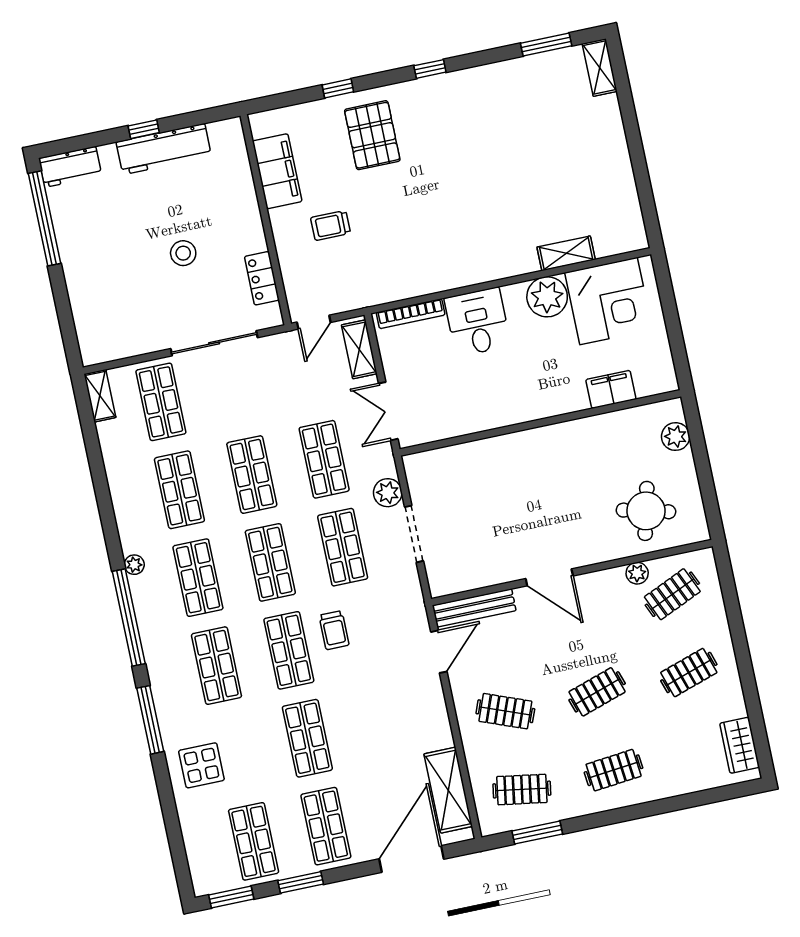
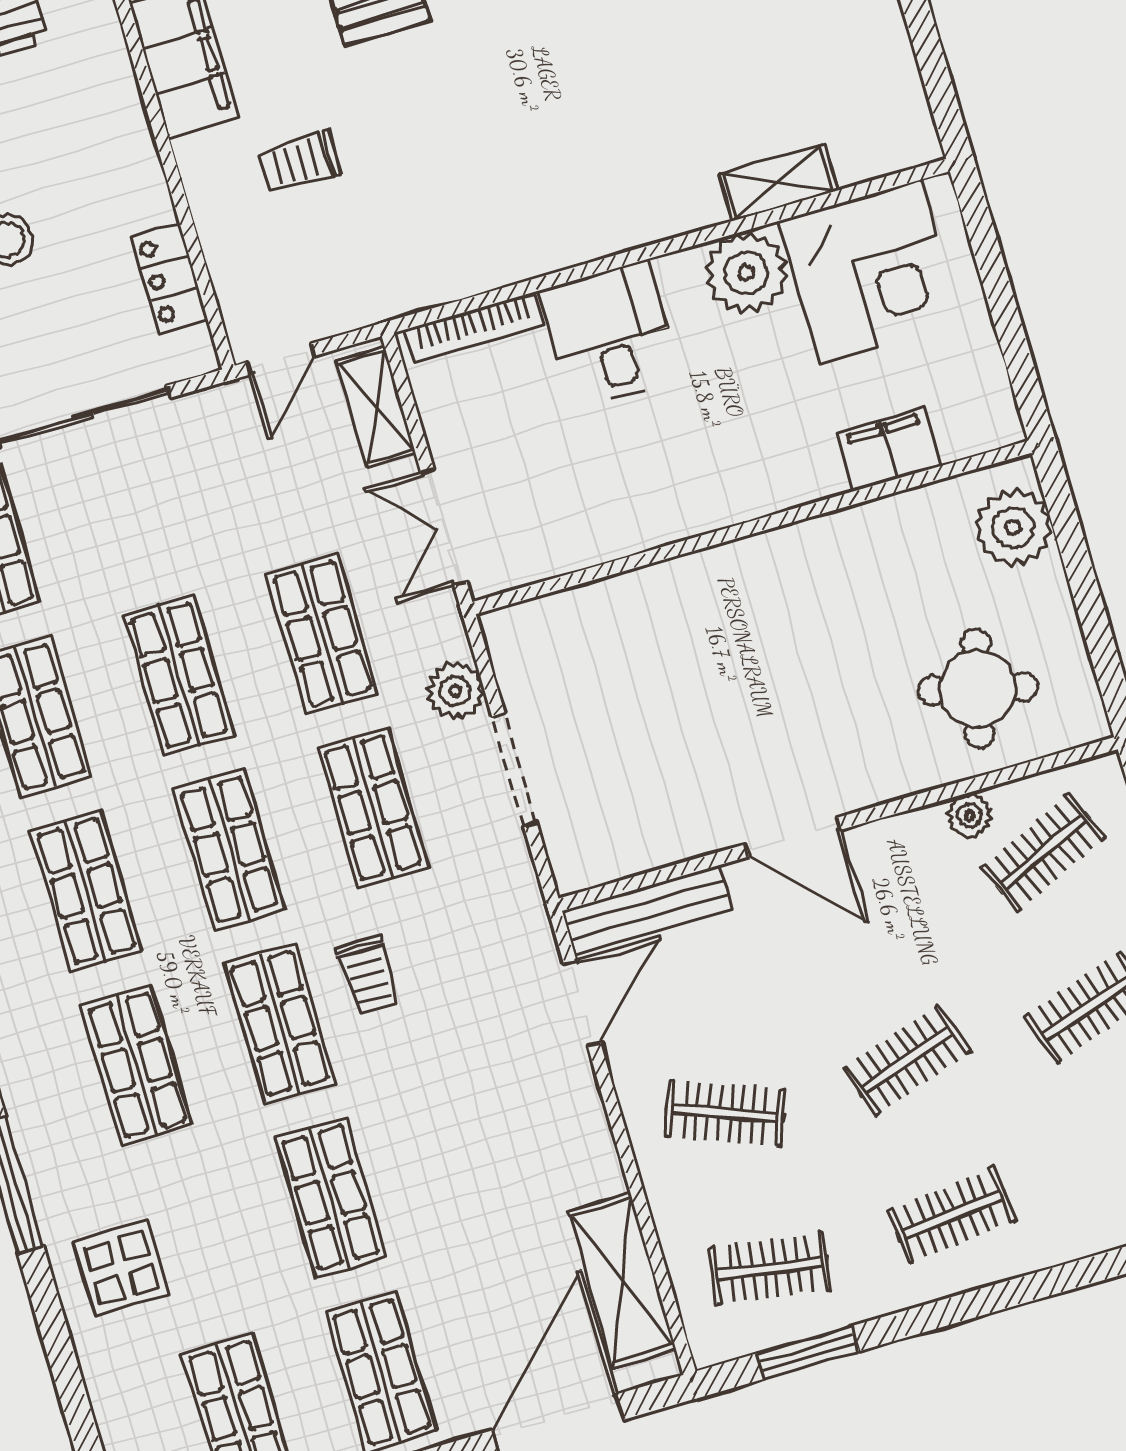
plant: (676, 437) -> (1013, 527), width x1.36, depth x1.36

